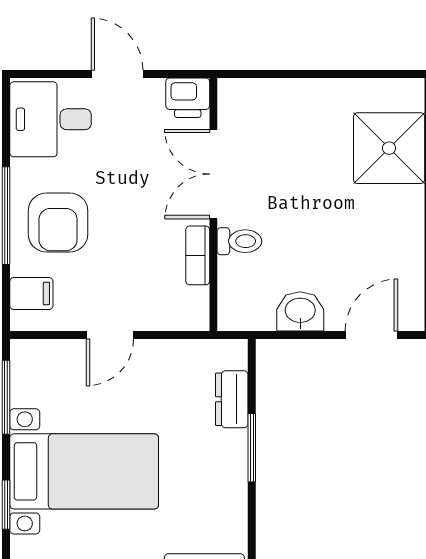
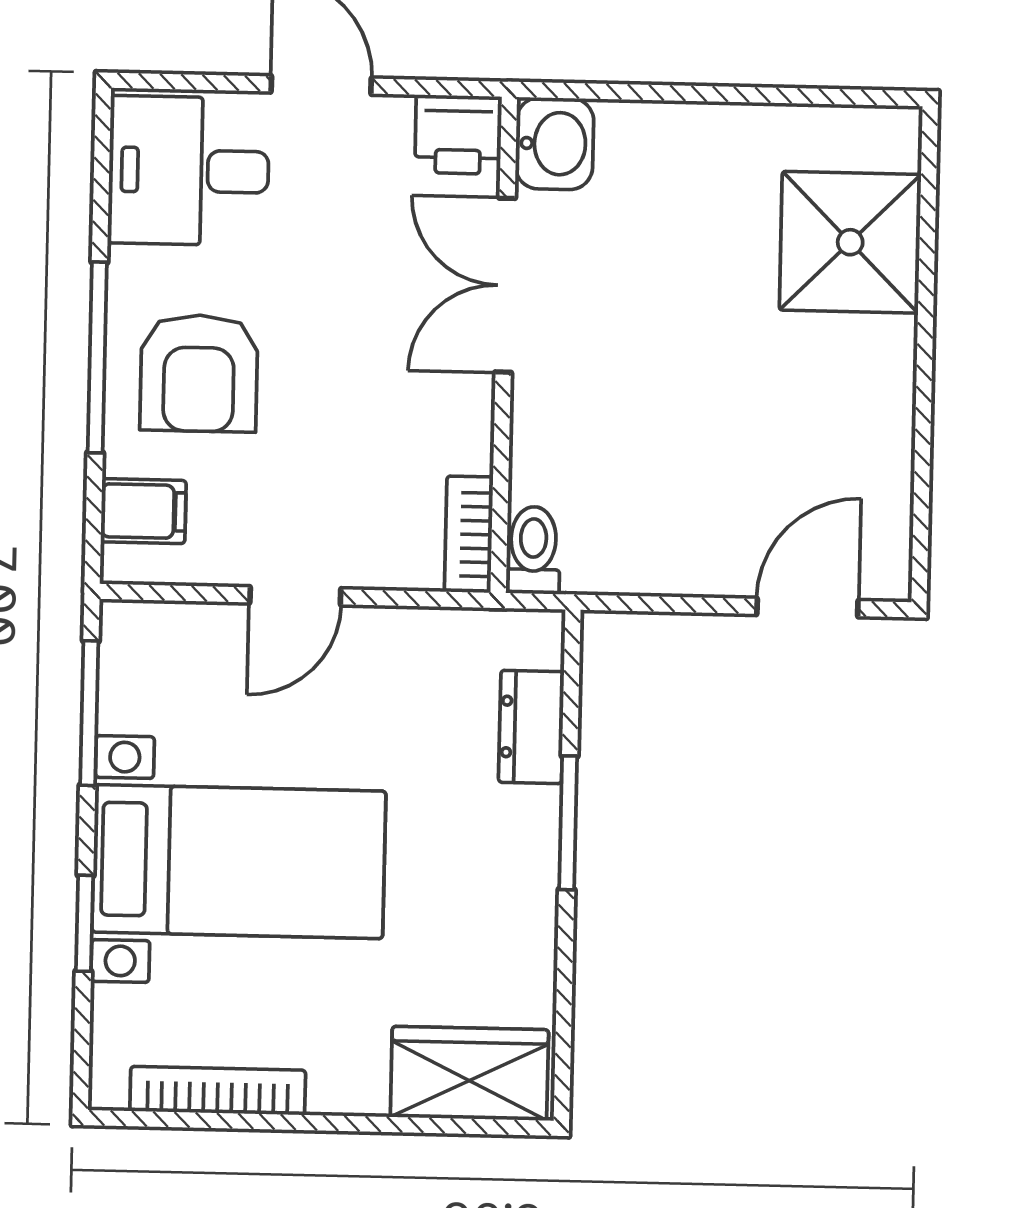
toilet: (239, 241) -> (533, 550), moved, turned -90
bookcase: (198, 255) -> (469, 534), moved
washbasin: (300, 311) -> (555, 144), moved, turned 90

